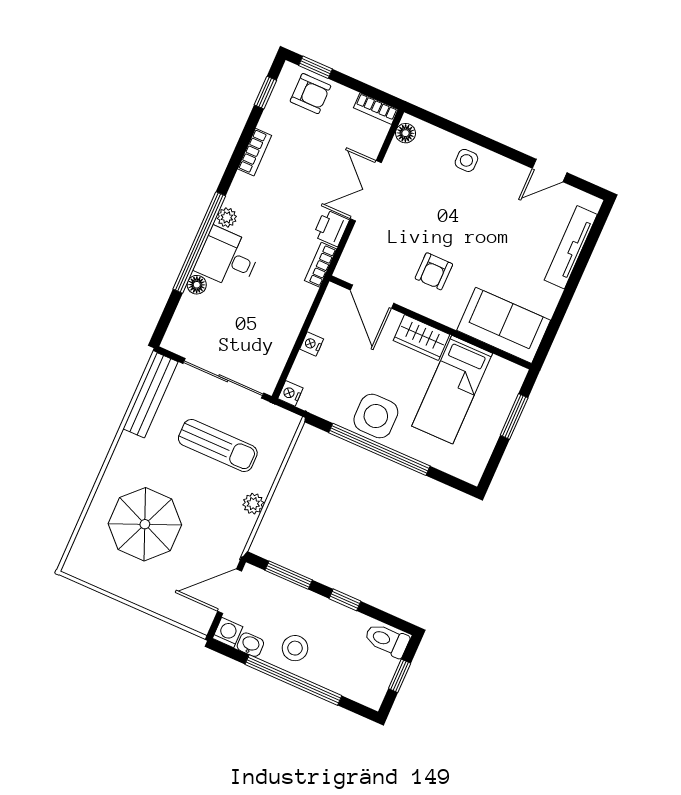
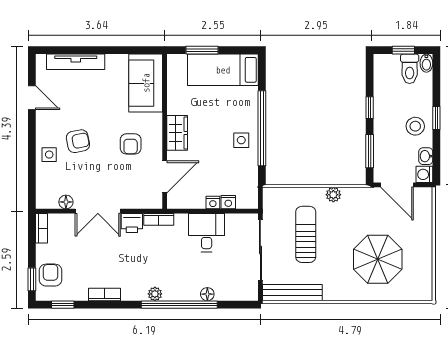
floor lamp: (405, 133) -> (66, 202), moved
armchair: (467, 205) -> (78, 141), added
desk: (228, 258) -> (207, 233), moved, turned 180
armchair: (434, 271) -> (131, 144), turned 90
bed: (452, 390) -> (223, 70), moved, turned 180
nightstand: (290, 393) -> (228, 202), moved
side table: (376, 416) -> (241, 140), width x0.54, depth x0.54
toilet: (387, 640) -> (410, 69), moved
window: (293, 680) -> (436, 118), width x0.32
bidet: (370, 698) -> (426, 63), added

